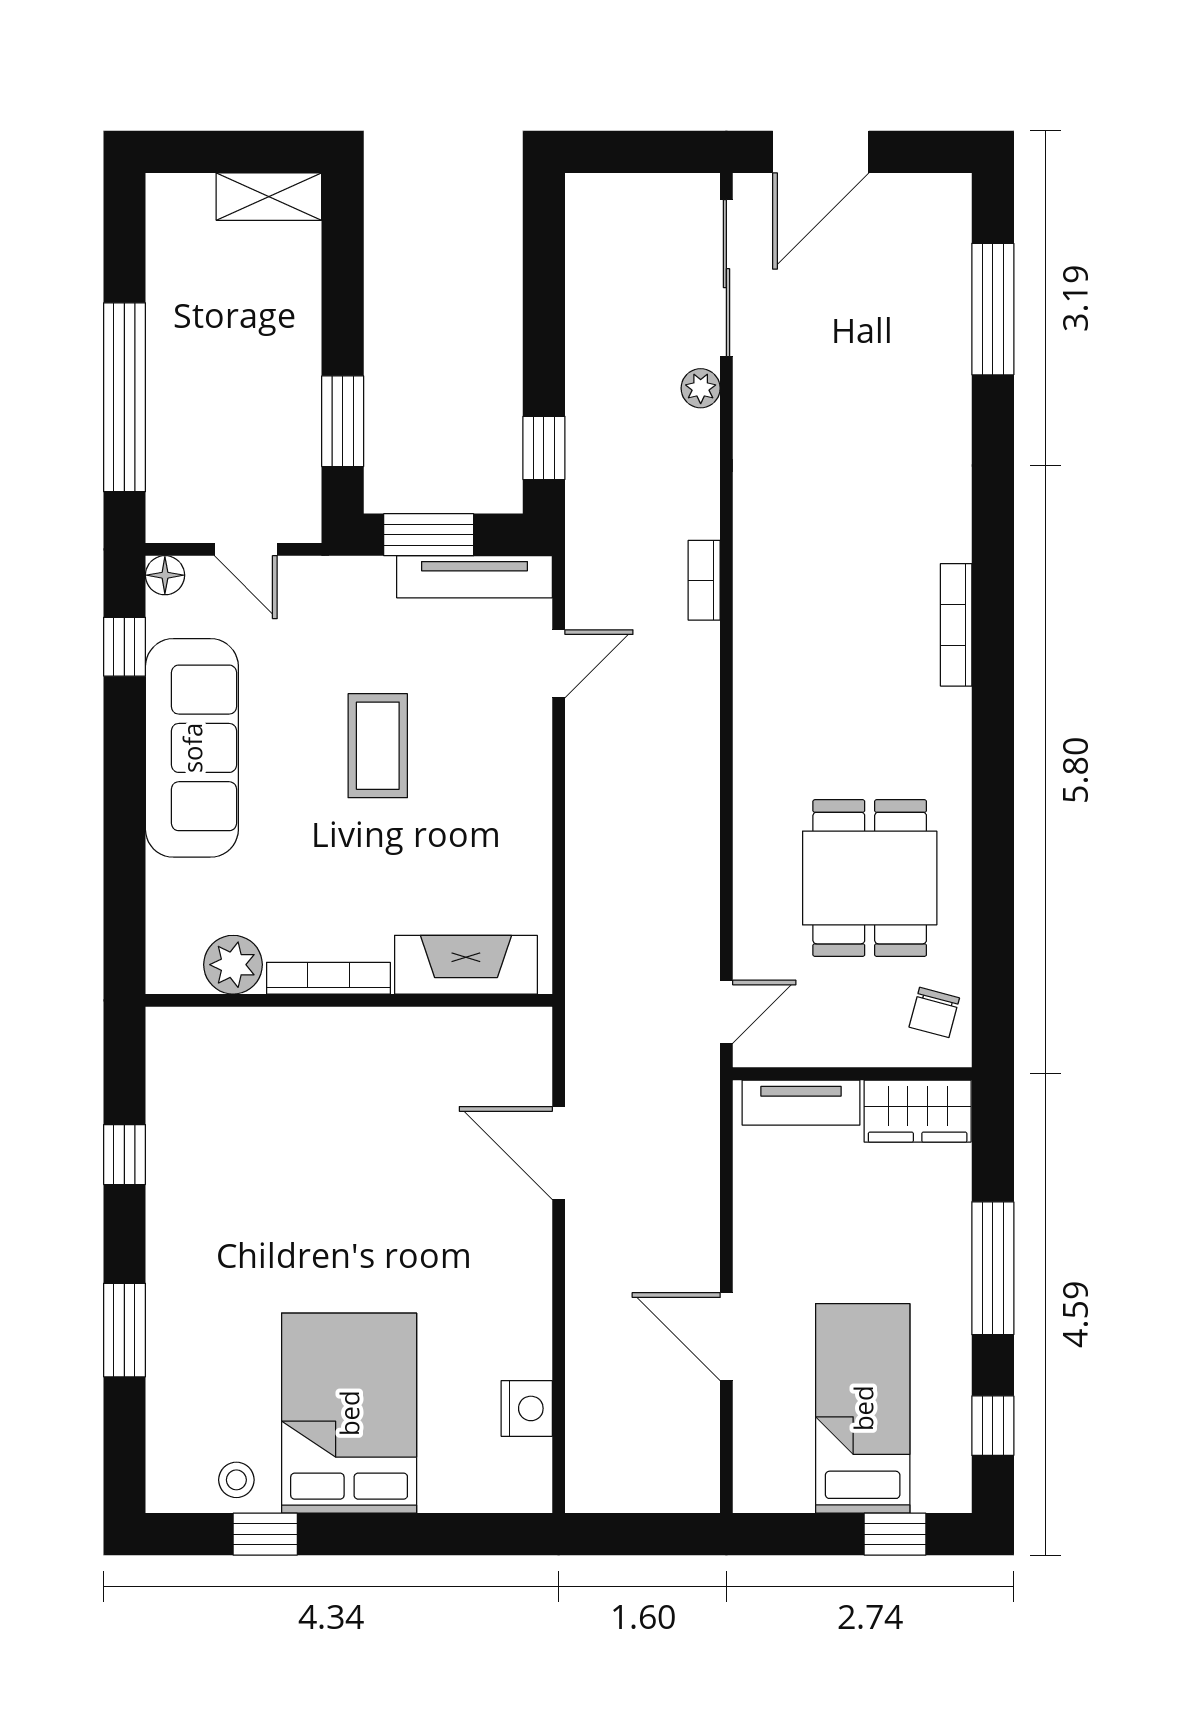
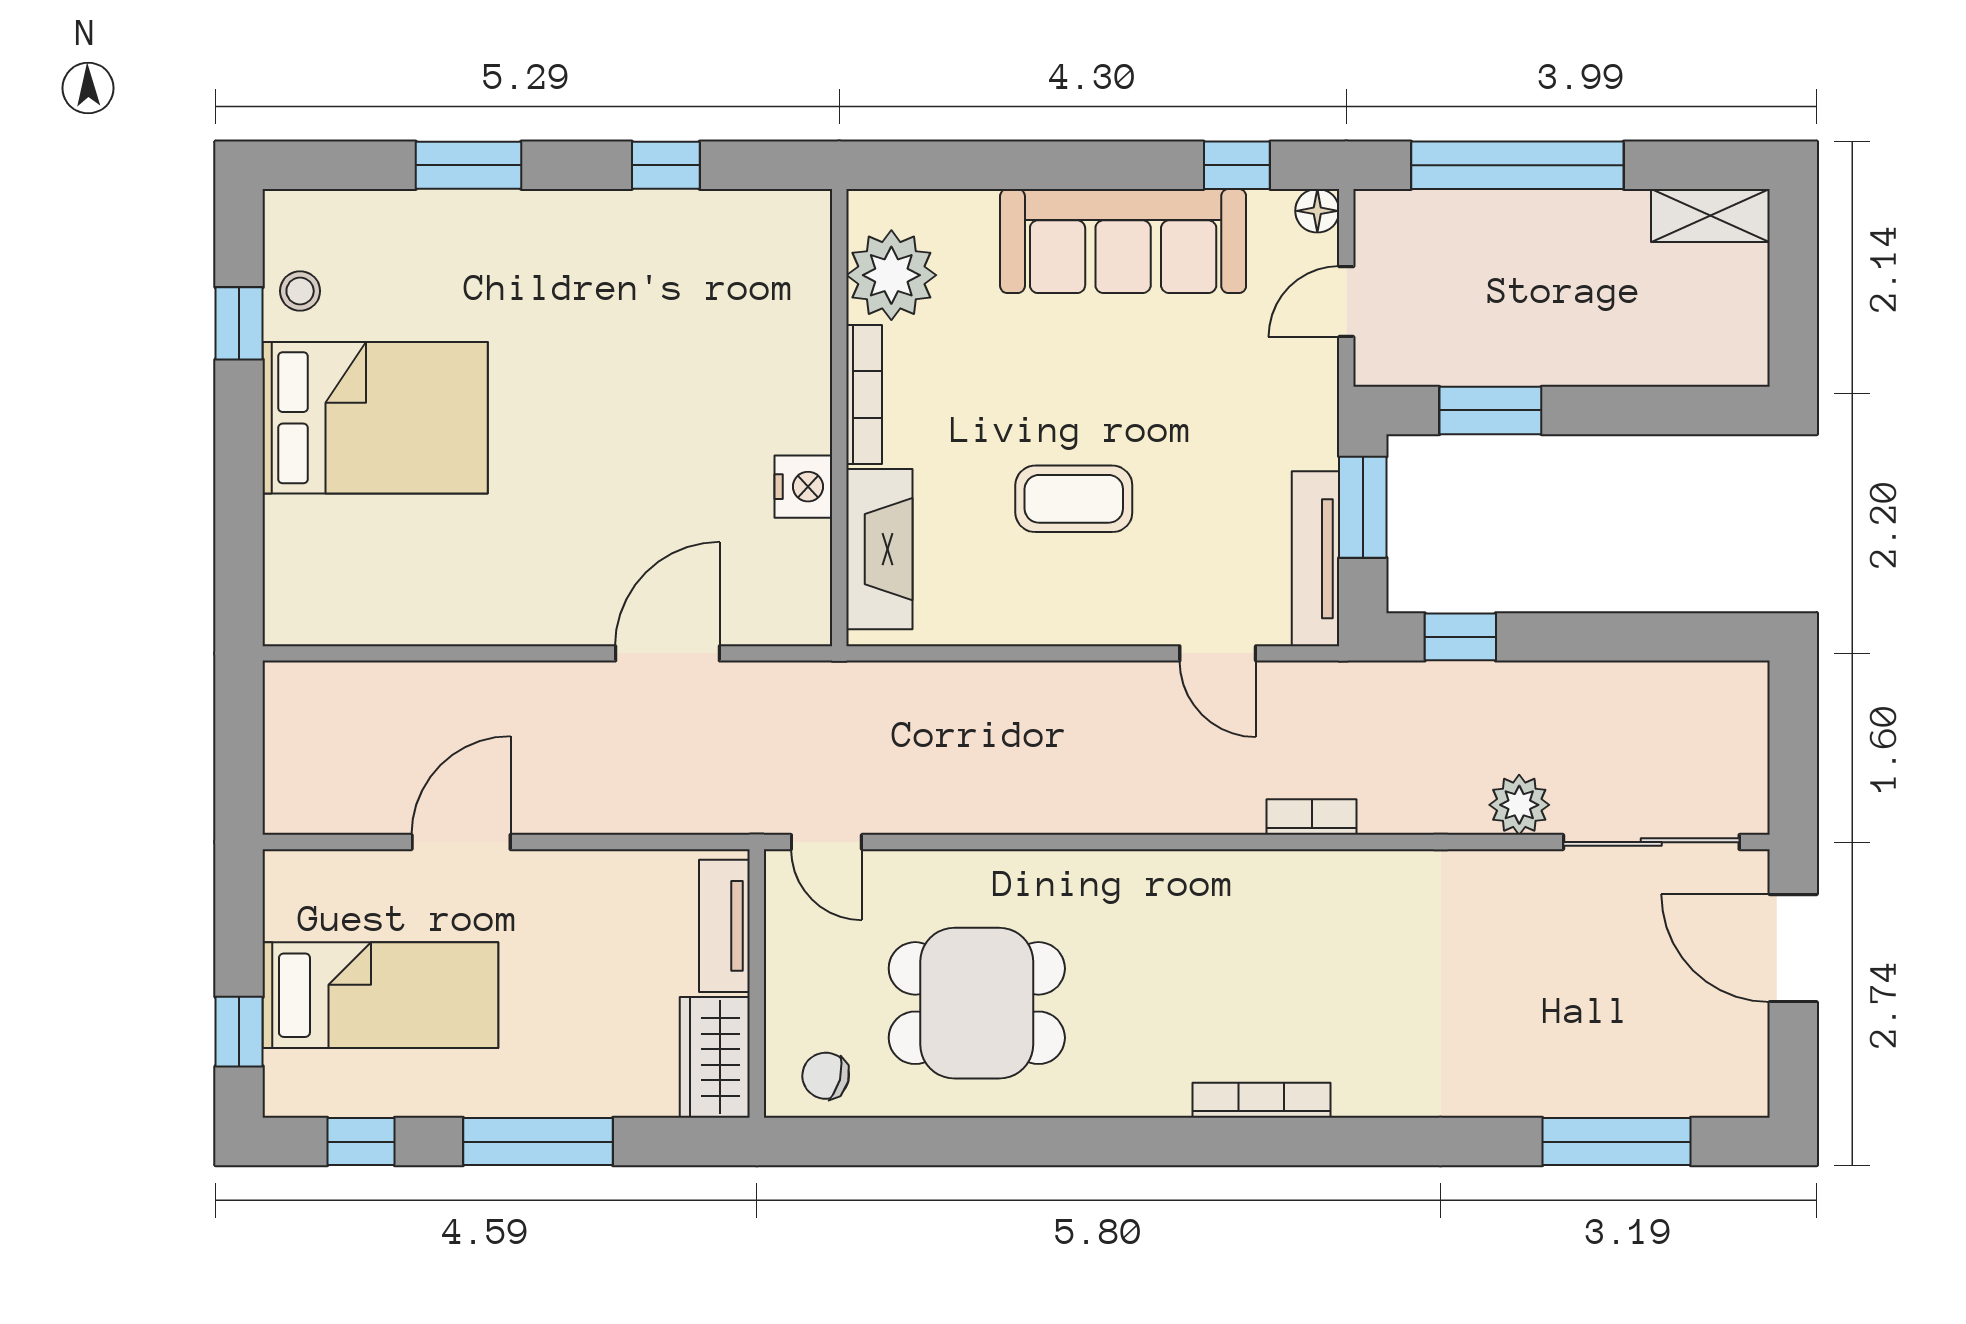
shelving: (269, 197) -> (1710, 215), moved, turned 90
plant: (701, 388) -> (1519, 805), width x1.38, depth x1.38
coffee table: (378, 746) -> (1074, 499), moved
plant: (233, 965) -> (891, 275), width x1.36, depth x1.36
nightstand: (527, 1408) -> (803, 487), moved, turned -90

